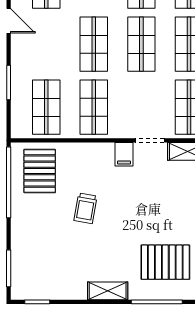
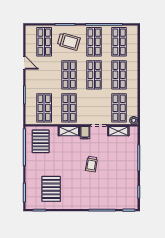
trolley: (85, 208) -> (91, 164), moved
pallet: (165, 262) -> (51, 189), moved, turned 90
shelving: (108, 291) -> (69, 131), moved

